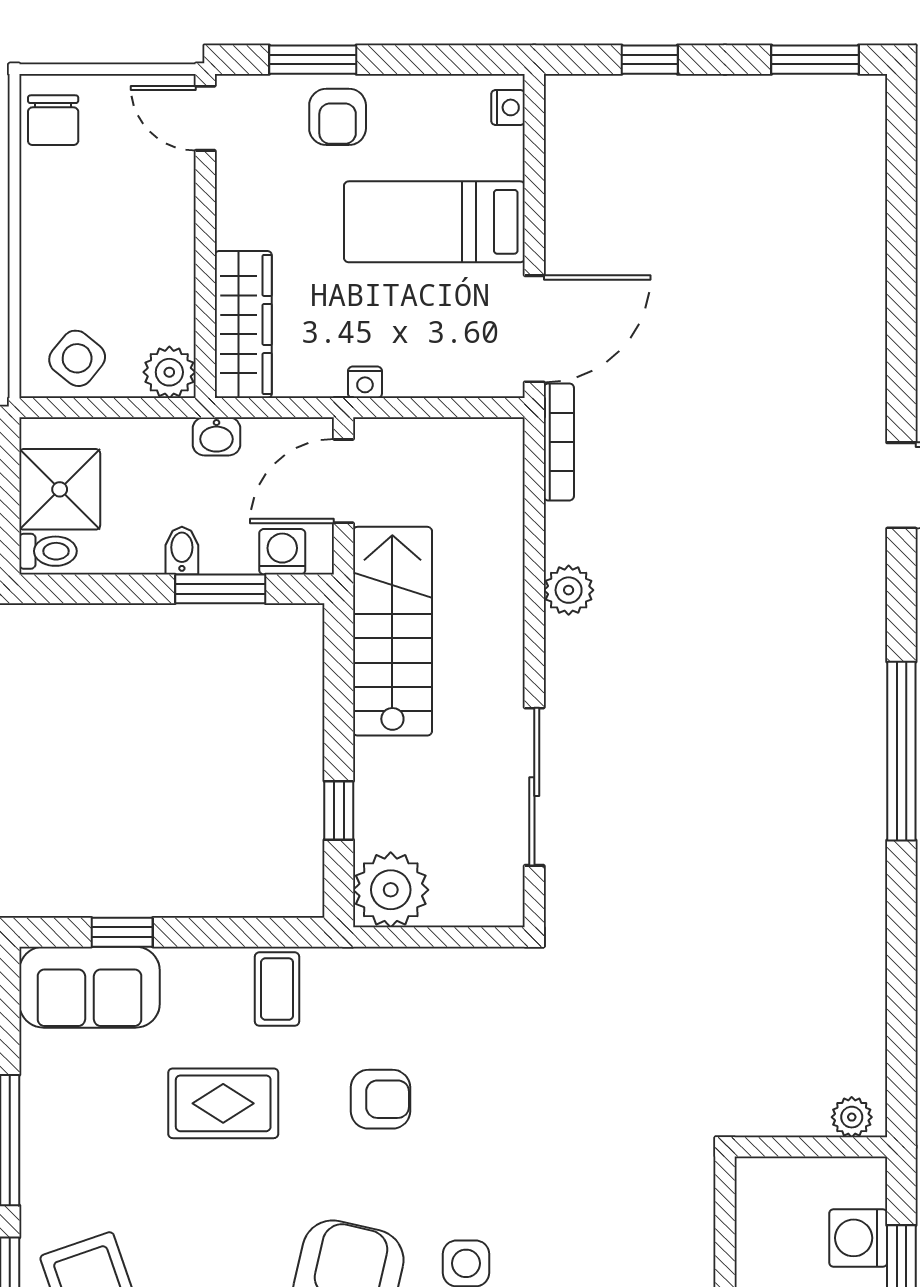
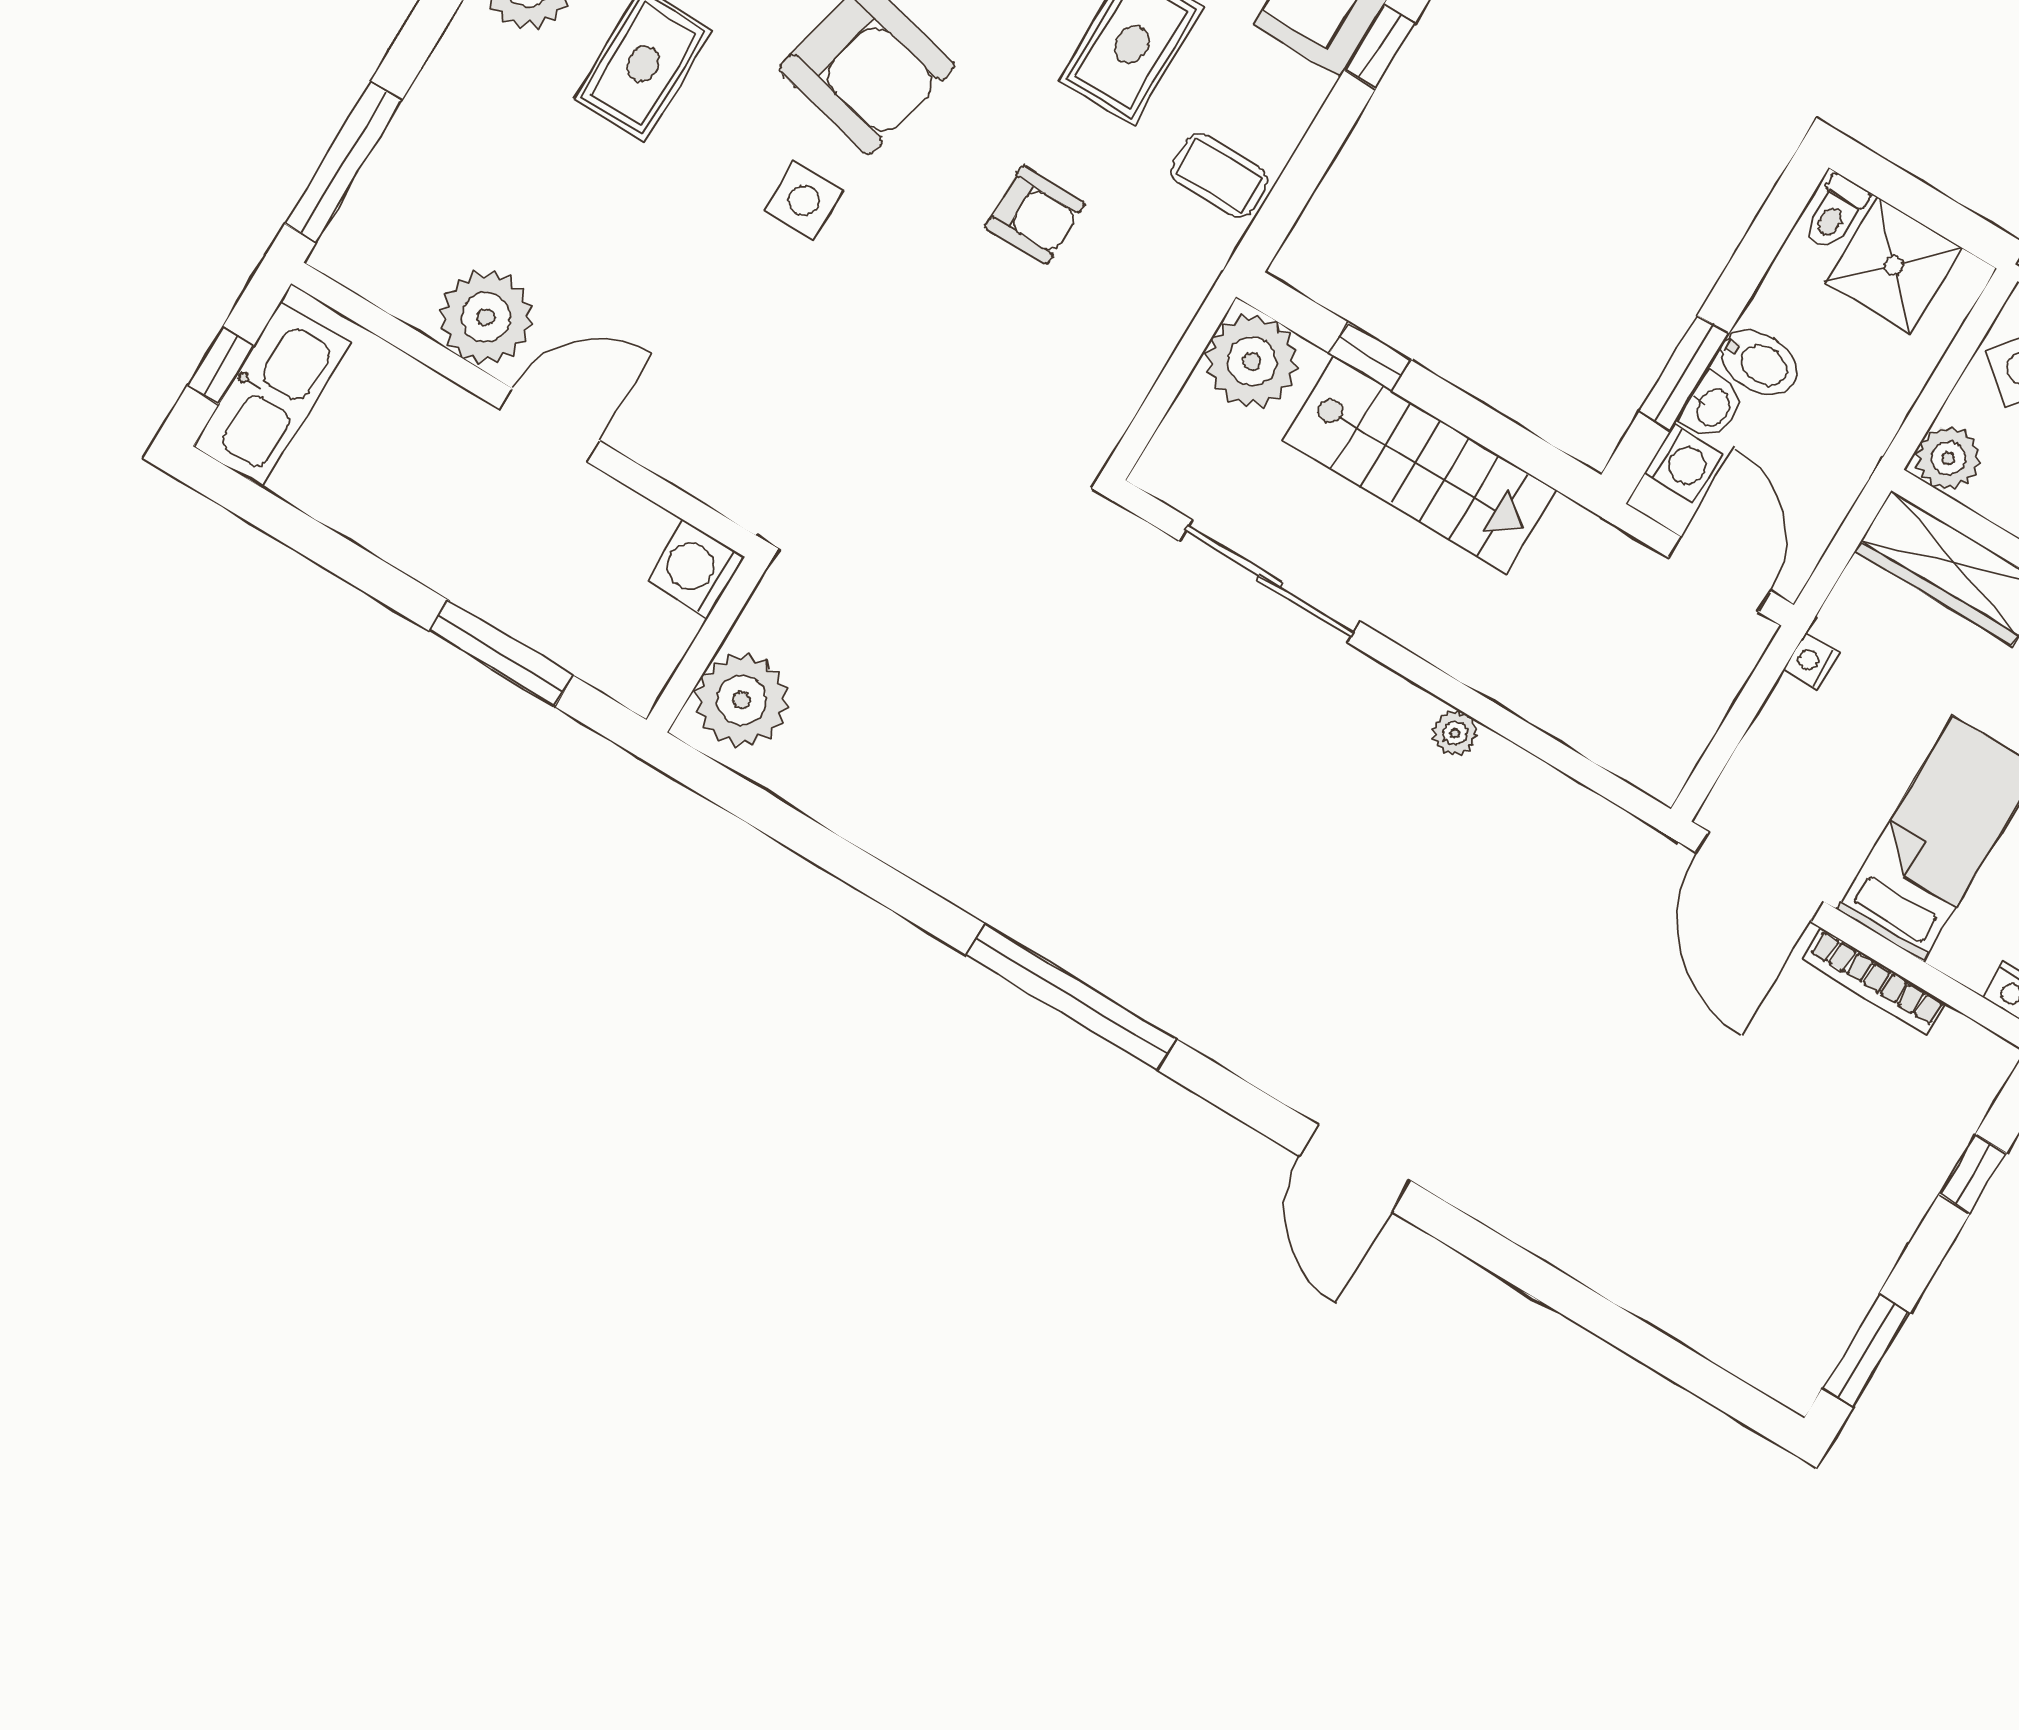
washbasin: (216, 436) -> (1712, 407), moved, turned 180
bookcase: (559, 442) -> (1875, 982), moved
bidet: (182, 551) -> (1759, 362), width x1.38, depth x1.36
plant: (569, 590) -> (1455, 733), width x0.73, depth x0.73
stairs: (392, 631) -> (1420, 465), moved
armchair: (380, 1099) -> (1035, 215), turned -90
plant: (852, 1117) -> (742, 700), width x1.87, depth x1.87
washing machine: (858, 1238) -> (696, 569), moved, turned -90

